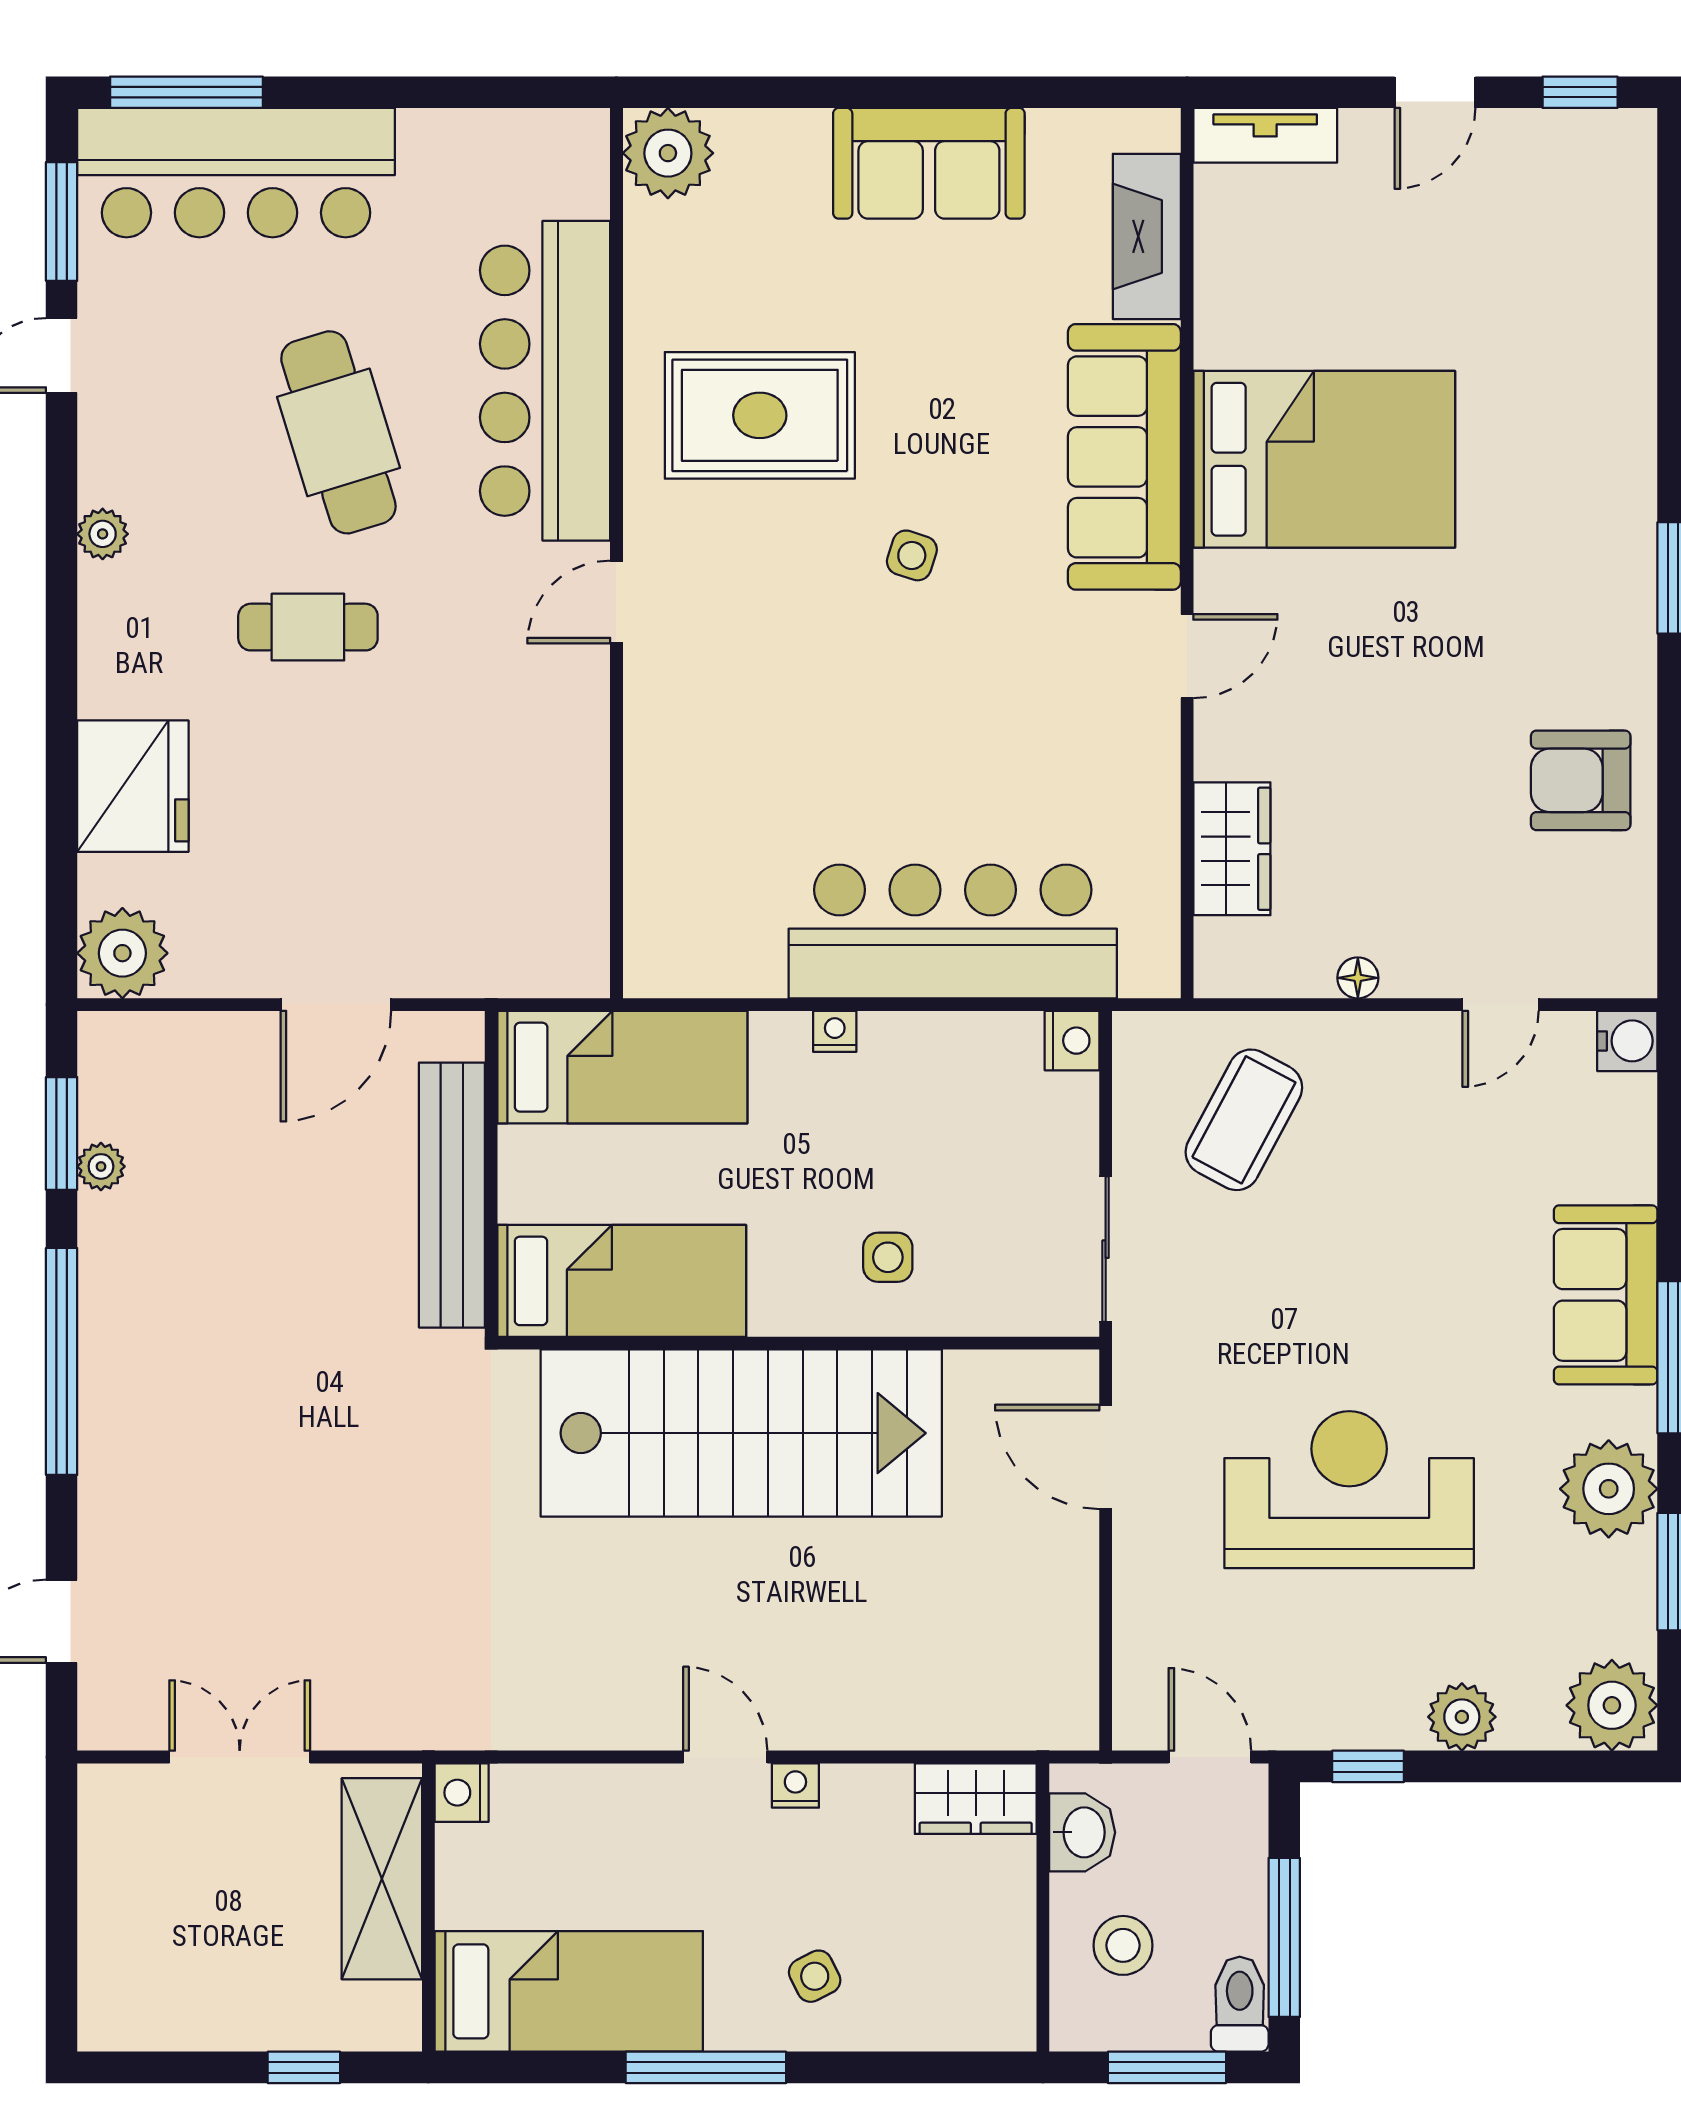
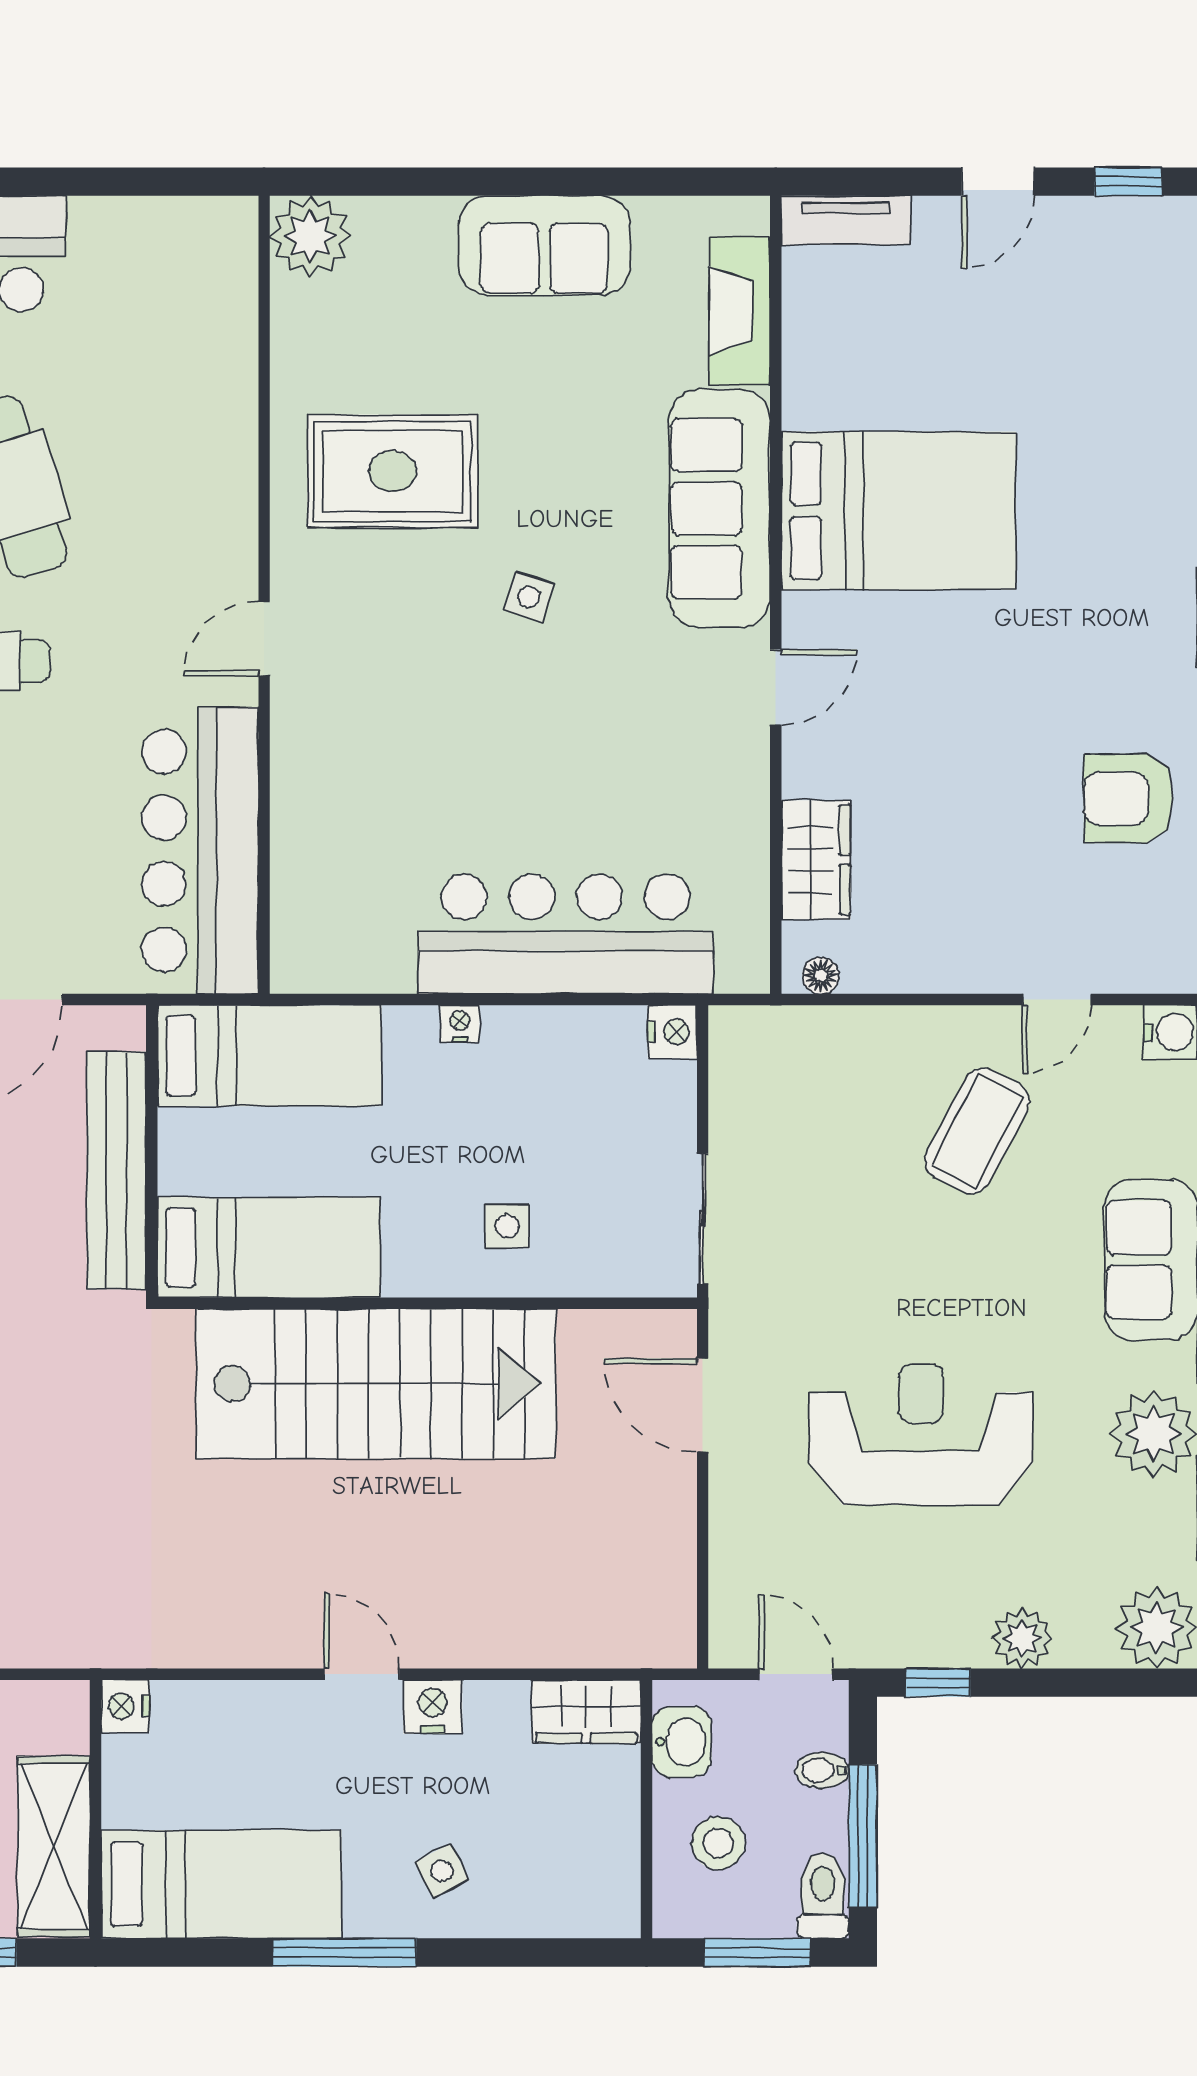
bar counter: (545, 381) -> (200, 851), moved
floor lamp: (1358, 978) -> (821, 976), moved
coffee table: (1244, 1120) -> (977, 1131), moved
nightstand: (795, 1785) -> (433, 1707), width x1.39, depth x1.35
bidet: (1239, 1864) -> (822, 1770), added
shelving: (382, 1879) -> (54, 1846), moved

